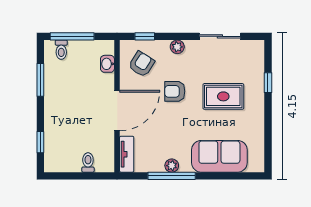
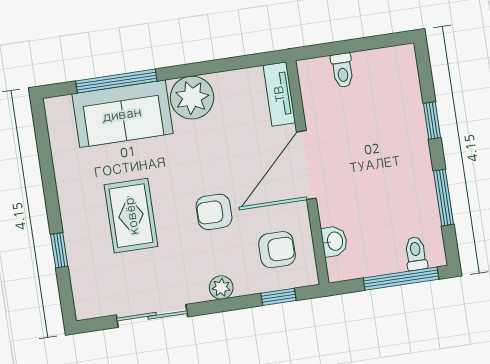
armchair: (142, 64) -> (277, 250), turned -122
armchair: (175, 91) -> (214, 212), turned 180
rug: (223, 96) -> (131, 216), turned 90
window: (40, 142) -> (432, 121), moved
plant: (172, 166) -> (192, 98), width x1.88, depth x1.88
window: (172, 176) -> (116, 81), moved

